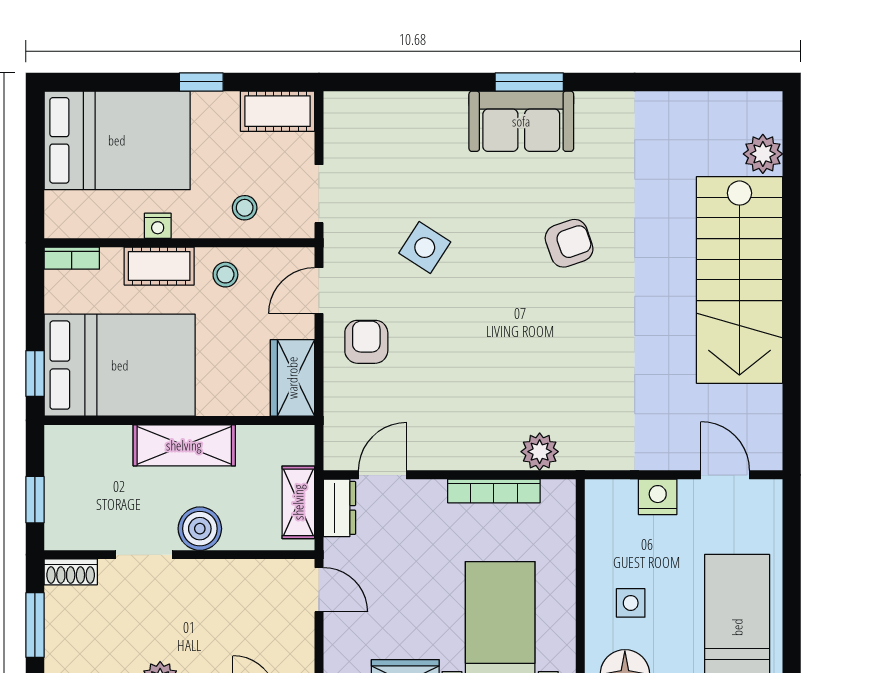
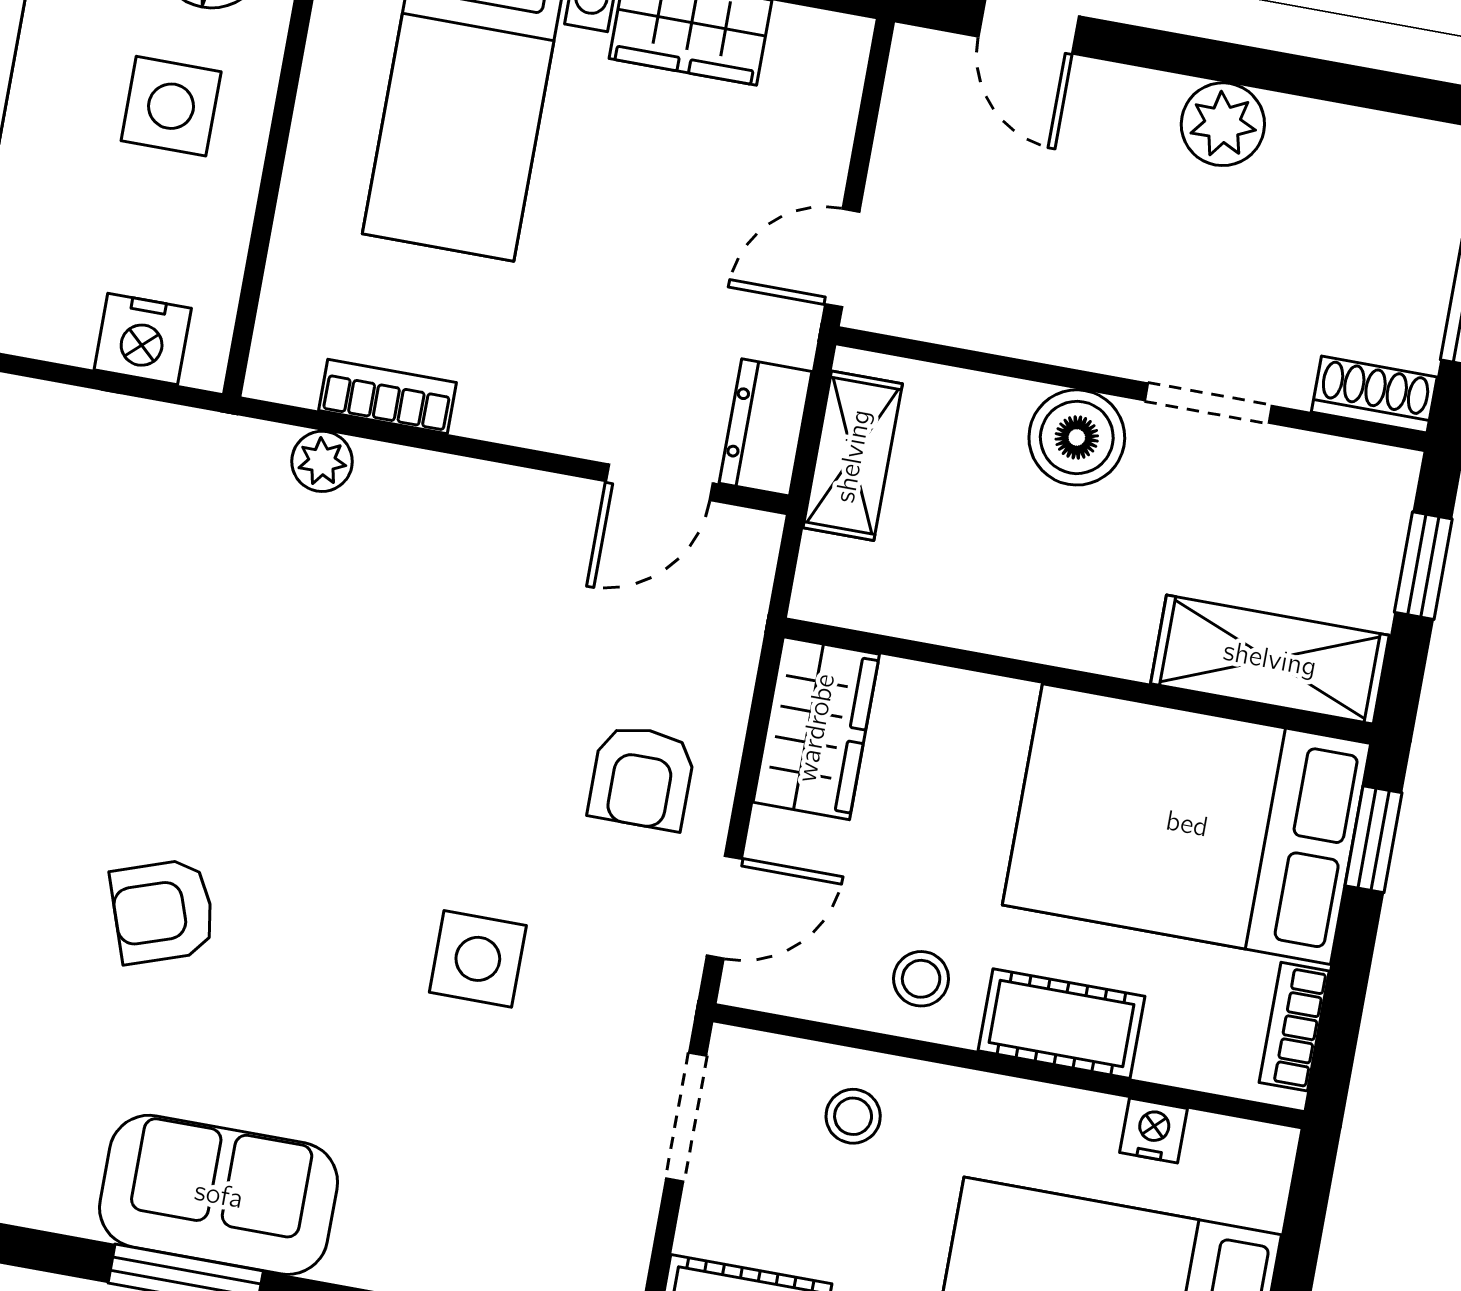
nightstand: (158, 226) -> (1153, 1131), moved
side table: (425, 248) -> (478, 959), turned -33
bookcase: (72, 258) -> (1294, 1027), moved, turned -90
shelving: (184, 445) -> (1270, 659), moved
plant: (540, 452) -> (322, 461), width x0.73, depth x0.73
bookcase: (494, 491) -> (387, 397), width x0.64
nightstand: (658, 497) -> (143, 339), moved
door: (319, 590) -> (842, 258), hinge flipped
side table: (631, 603) -> (171, 106), width x1.37, depth x1.37

